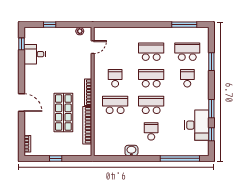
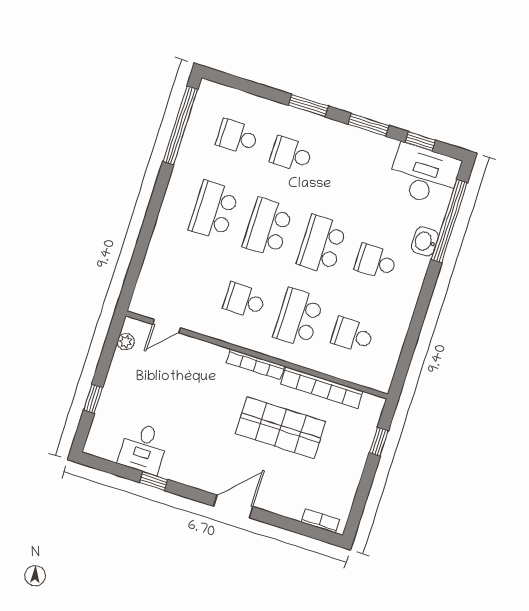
window: (184, 25) -> (180, 125), width x1.46
window: (21, 44) -> (154, 481), moved
door: (93, 47) -> (167, 326), swing flipped
school desk: (187, 52) -> (237, 137), width x0.54
window: (211, 62) -> (308, 106), moved
desk: (197, 125) -> (424, 175), moved
school desk: (115, 131) -> (352, 335), added
washbasin: (131, 151) -> (425, 242), moved
window: (56, 158) -> (379, 442), moved

